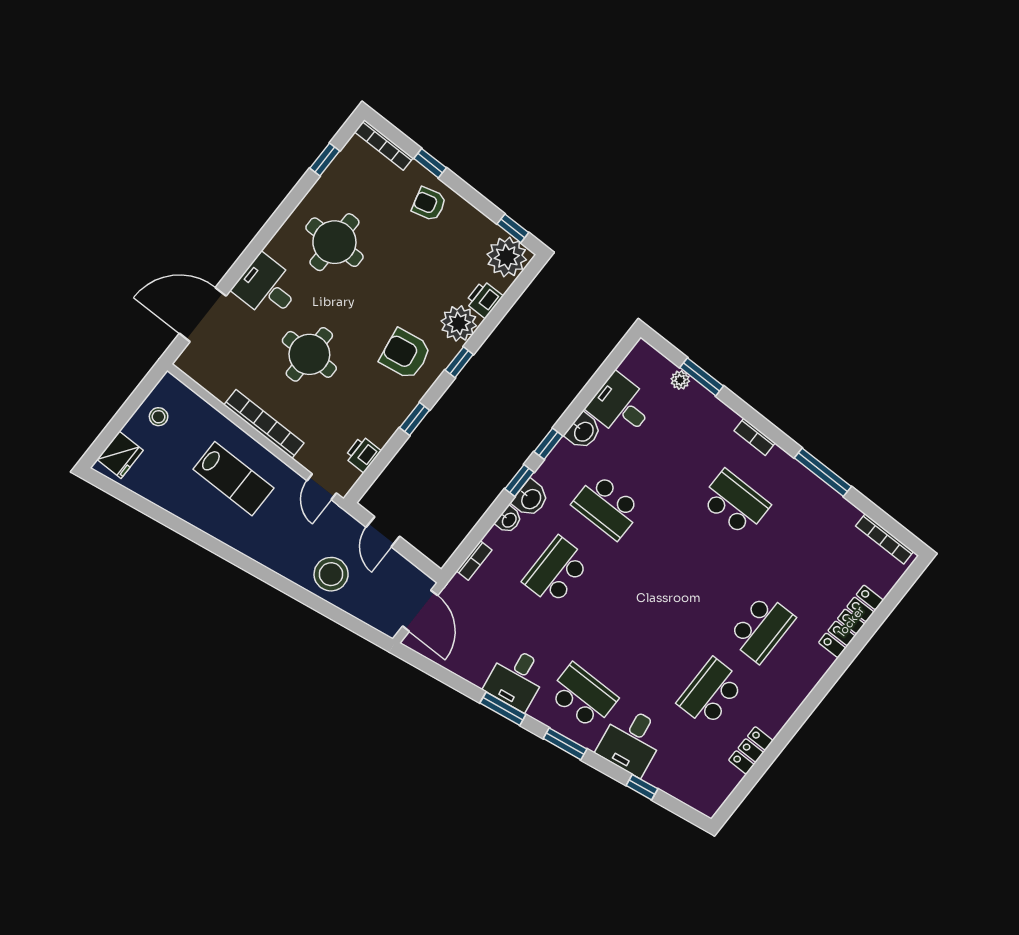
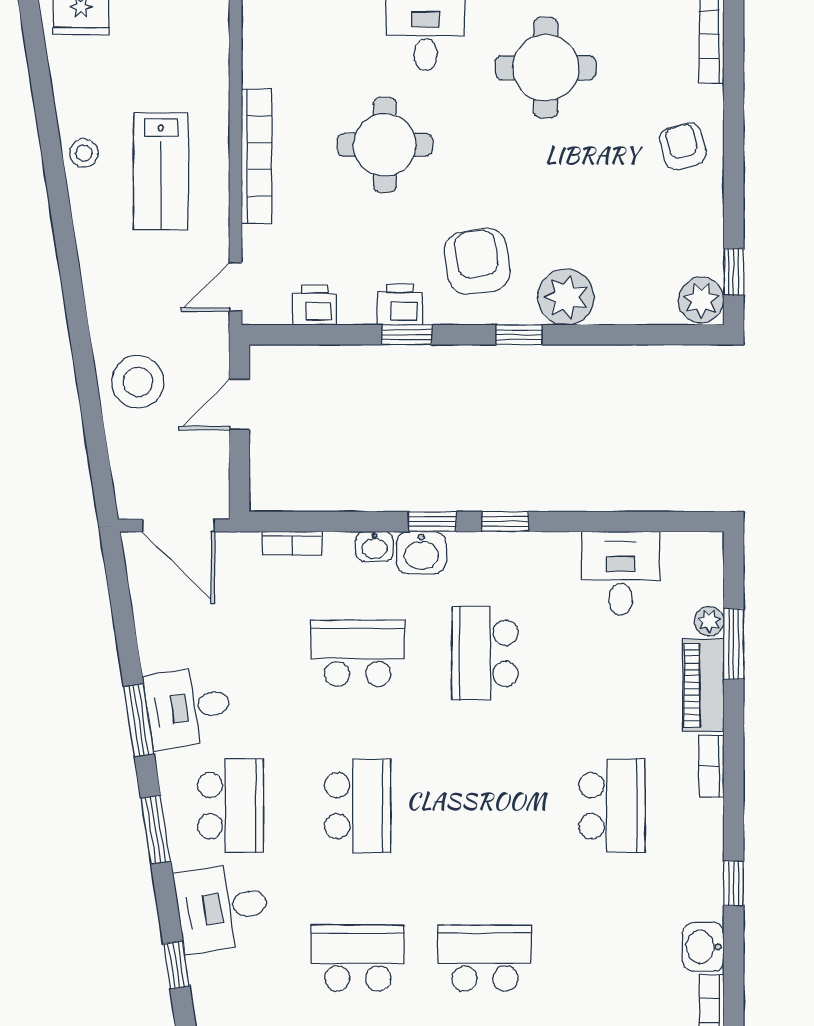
window: (430, 163) -> (734, 108), removed
plant: (507, 257) -> (701, 300), width x0.73, depth x0.73
printer: (484, 299) -> (400, 305), moved
piano: (710, 409) -> (703, 685), added
stool: (159, 417) -> (84, 153), moved
washbasin: (583, 431) -> (703, 947), moved, turned 90
window: (823, 472) -> (734, 883), width x0.46
door: (420, 611) -> (179, 525), hinge flipped
school desk: (762, 628) -> (485, 958), turned 180
school desk: (634, 632) -> (358, 806), added

